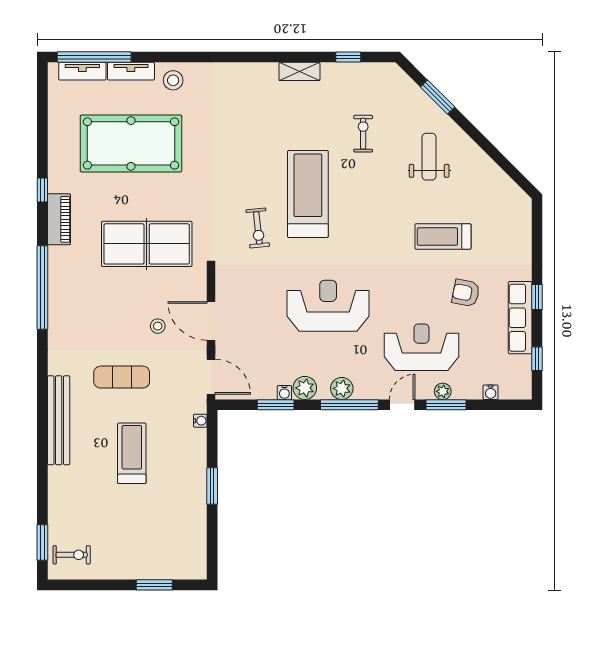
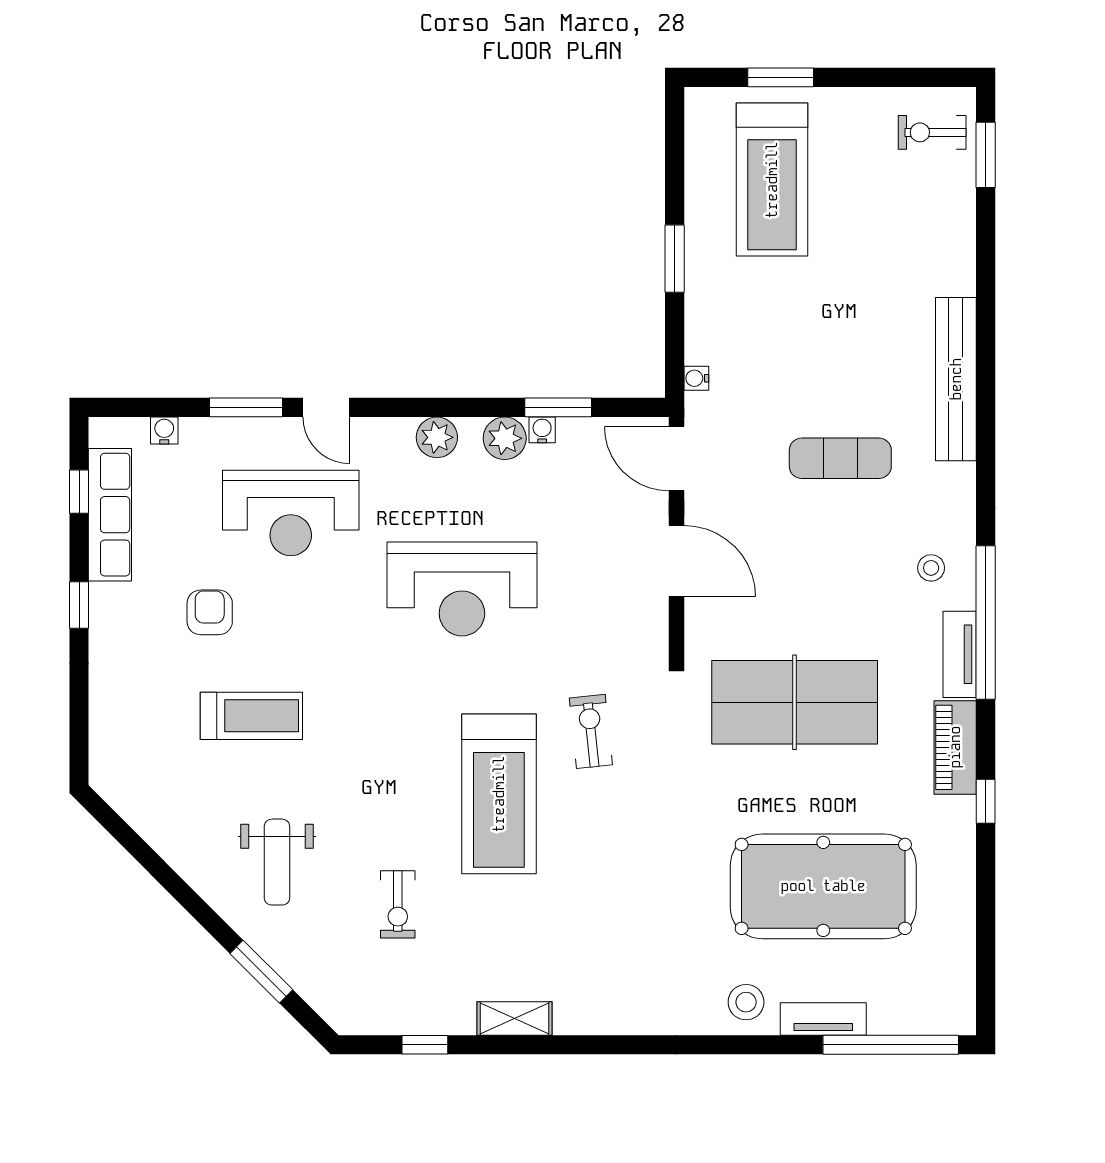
tv unit: (82, 71) -> (960, 654), moved, turned -90
armchair: (466, 293) -> (210, 612), turned -101
row of seats: (520, 318) -> (110, 515), moved
stool: (158, 326) -> (931, 568), moved
plant: (443, 391) -> (252, 432), removed
window: (349, 405) -> (423, 407), removed
door: (402, 405) -> (326, 407), hinge flipped
treadmill: (132, 453) -> (772, 180), moved, width x1.37, depth x1.38

